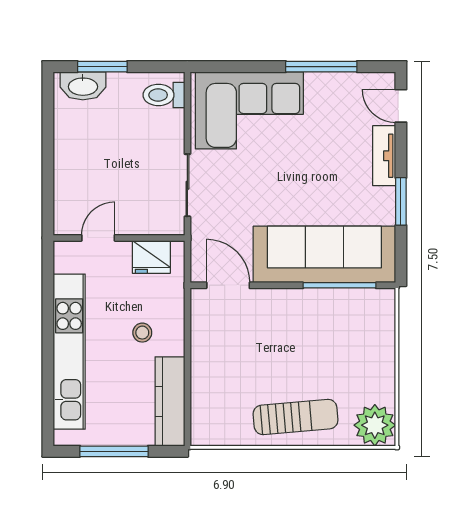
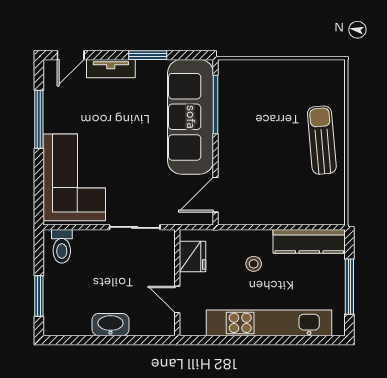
washbasin: (83, 86) -> (110, 325), moved, turned -90
plant: (375, 425) -> (328, 76), removed

